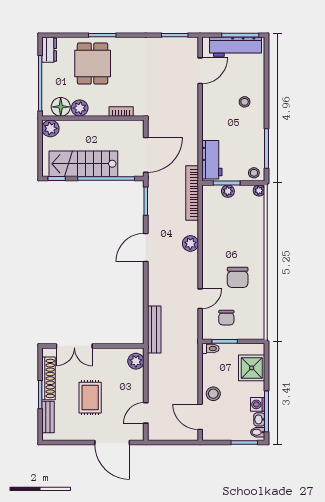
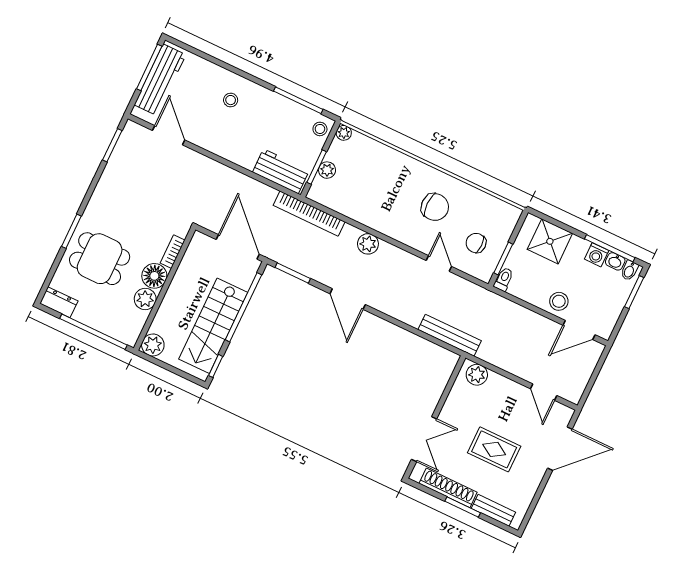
floor lamp: (61, 107) -> (154, 276), moved
chair: (226, 318) -> (476, 243), turned 180

